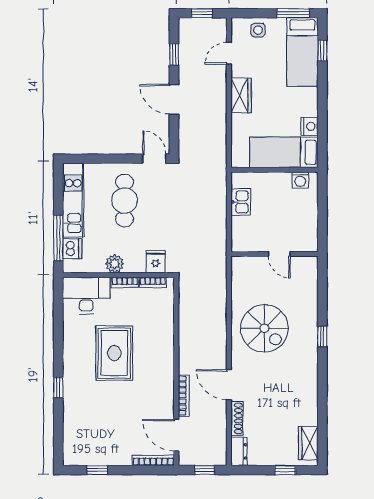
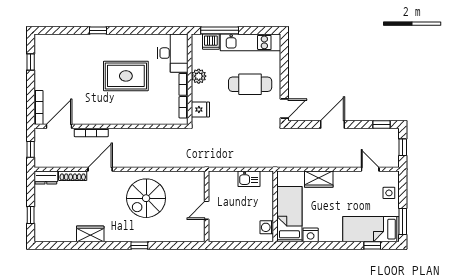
window: (174, 54) -> (381, 125), moved
wardrobe: (241, 95) -> (319, 179), moved
wardrobe: (308, 443) -> (90, 234), moved

